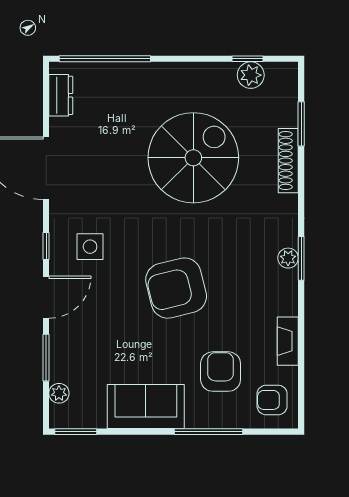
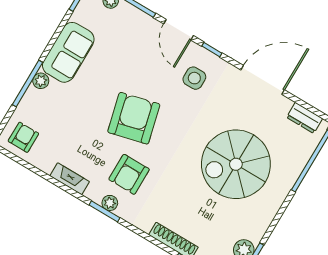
spiral stairs: (193, 158) -> (236, 164), moved, turned 90
fireplace: (288, 341) -> (70, 179), moved
armchair: (221, 372) -> (129, 174), moved, turned 90
plant: (197, 418) -> (41, 81), added

